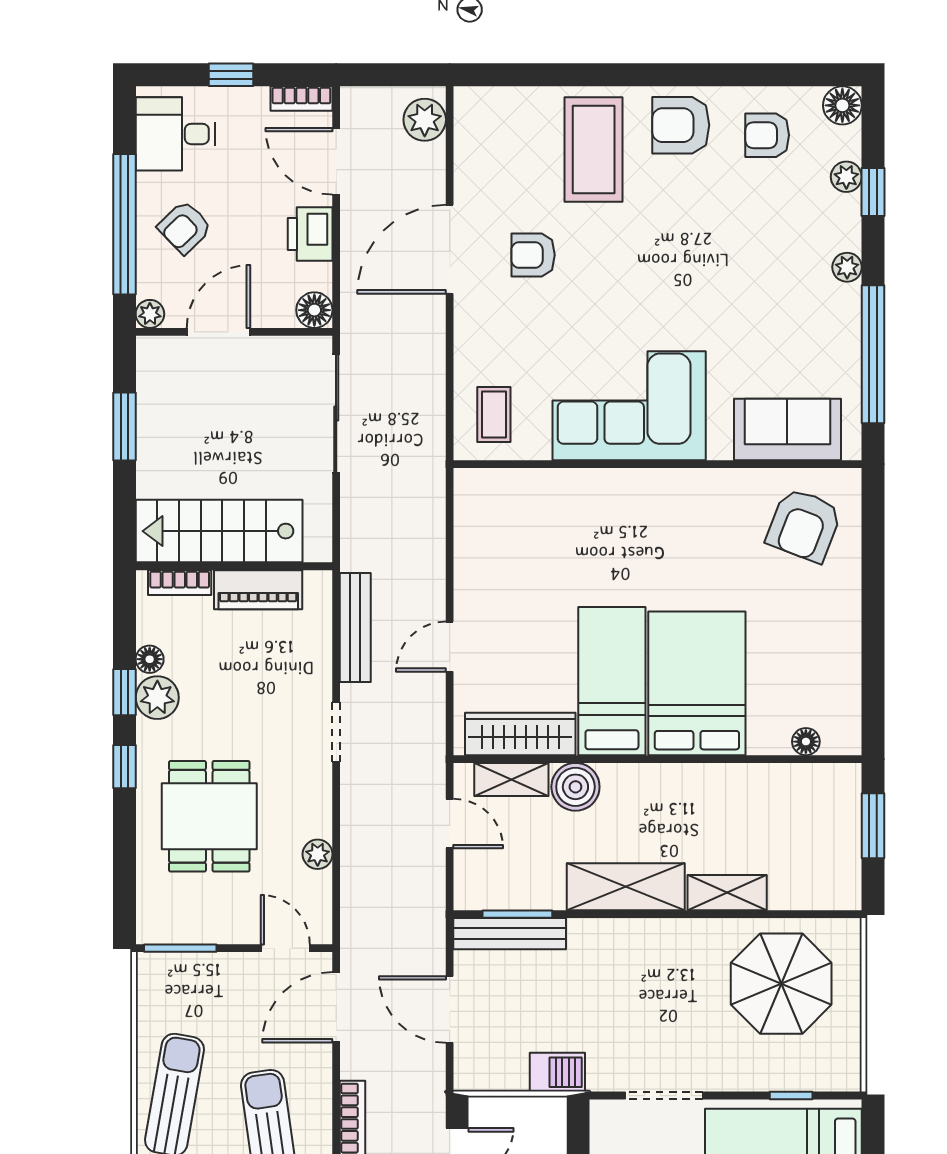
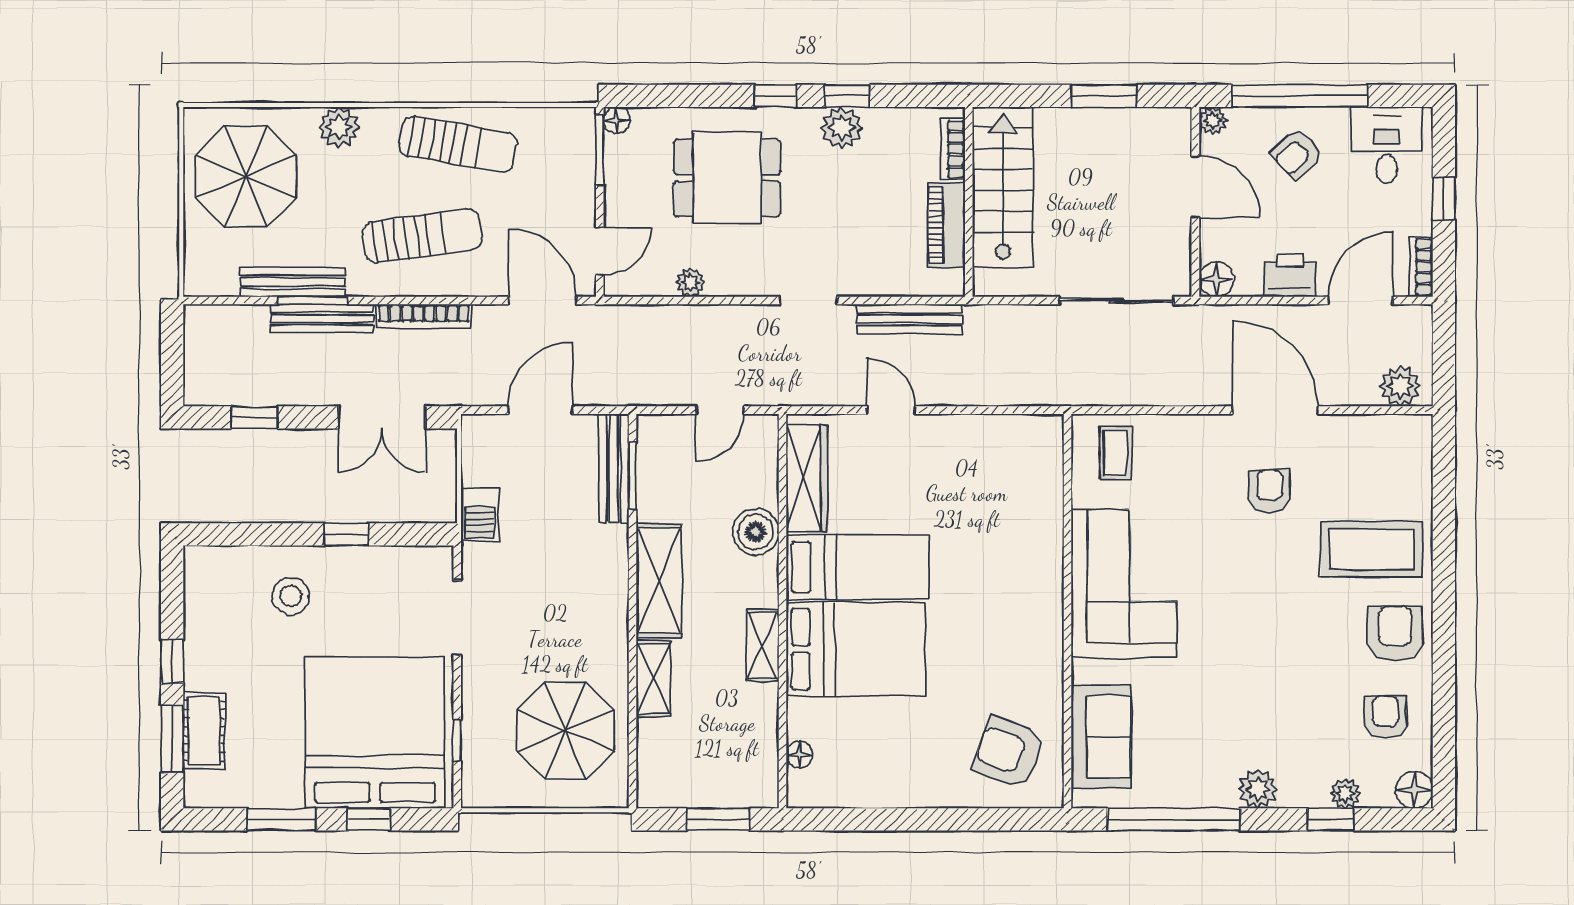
armchair: (185, 227) -> (1296, 154), turned -90
plant: (847, 267) -> (1258, 789), width x1.38, depth x1.38
coffee table: (494, 415) -> (1115, 453), turned 90
floor lamp: (150, 659) -> (617, 120), moved
shelving: (511, 780) -> (763, 645), moved

